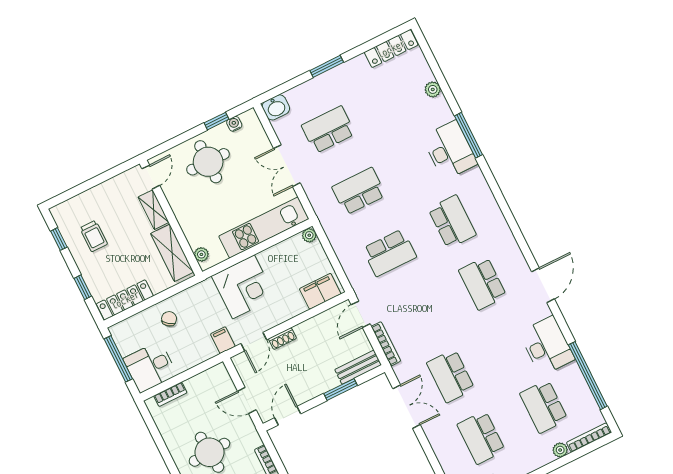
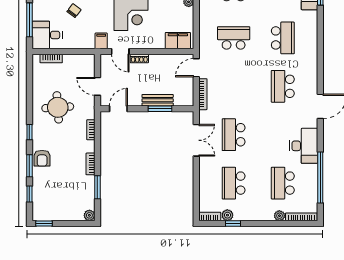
school desk: (389, 253) -> (234, 38), turned 180
door: (254, 342) -> (120, 51), hinge flipped
bench: (358, 367) -> (158, 100), moved

